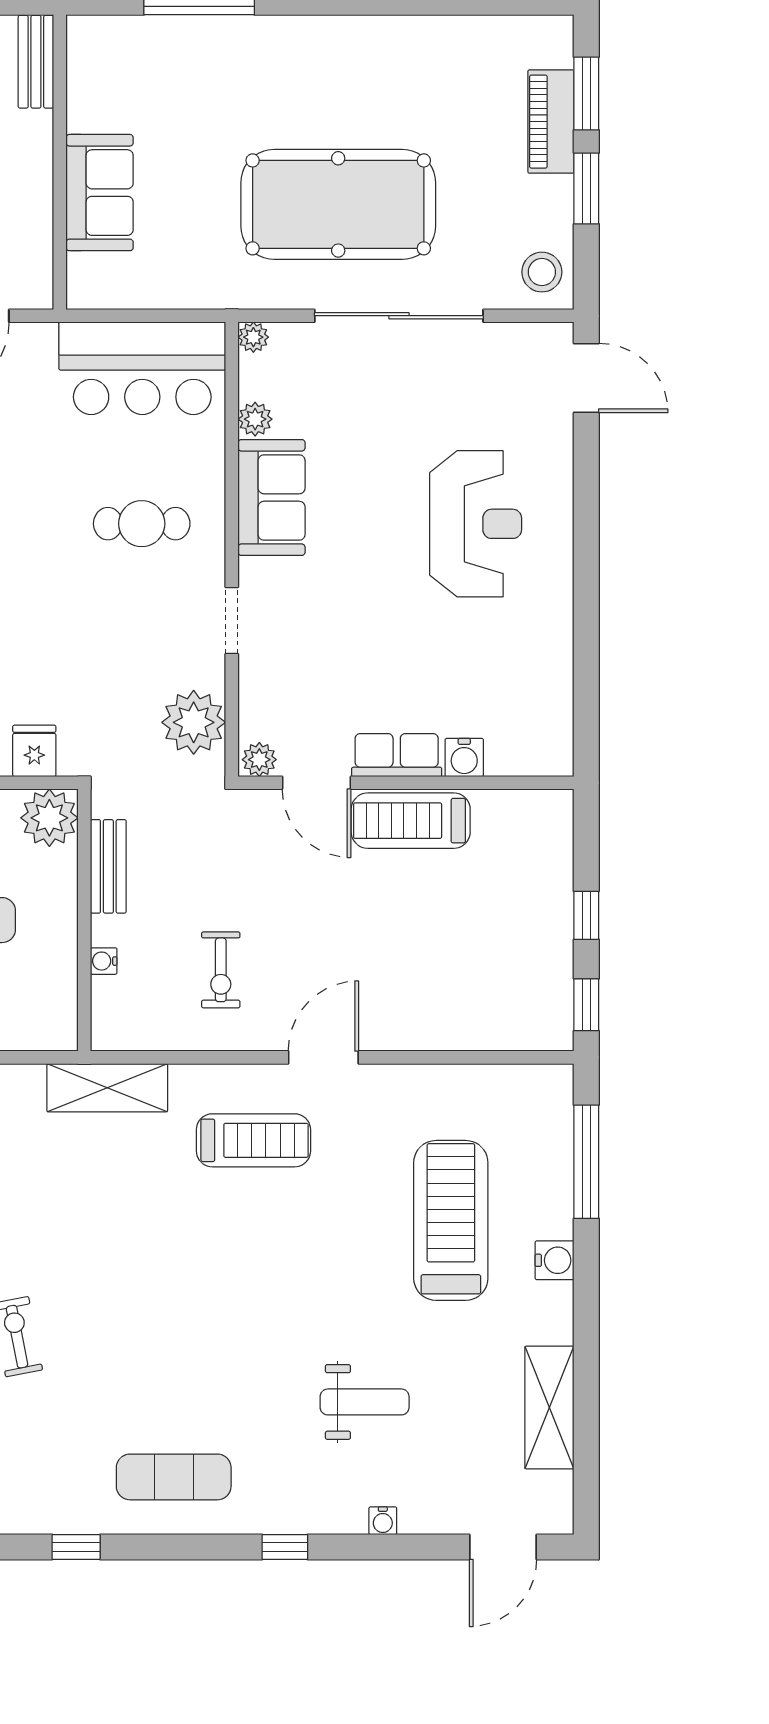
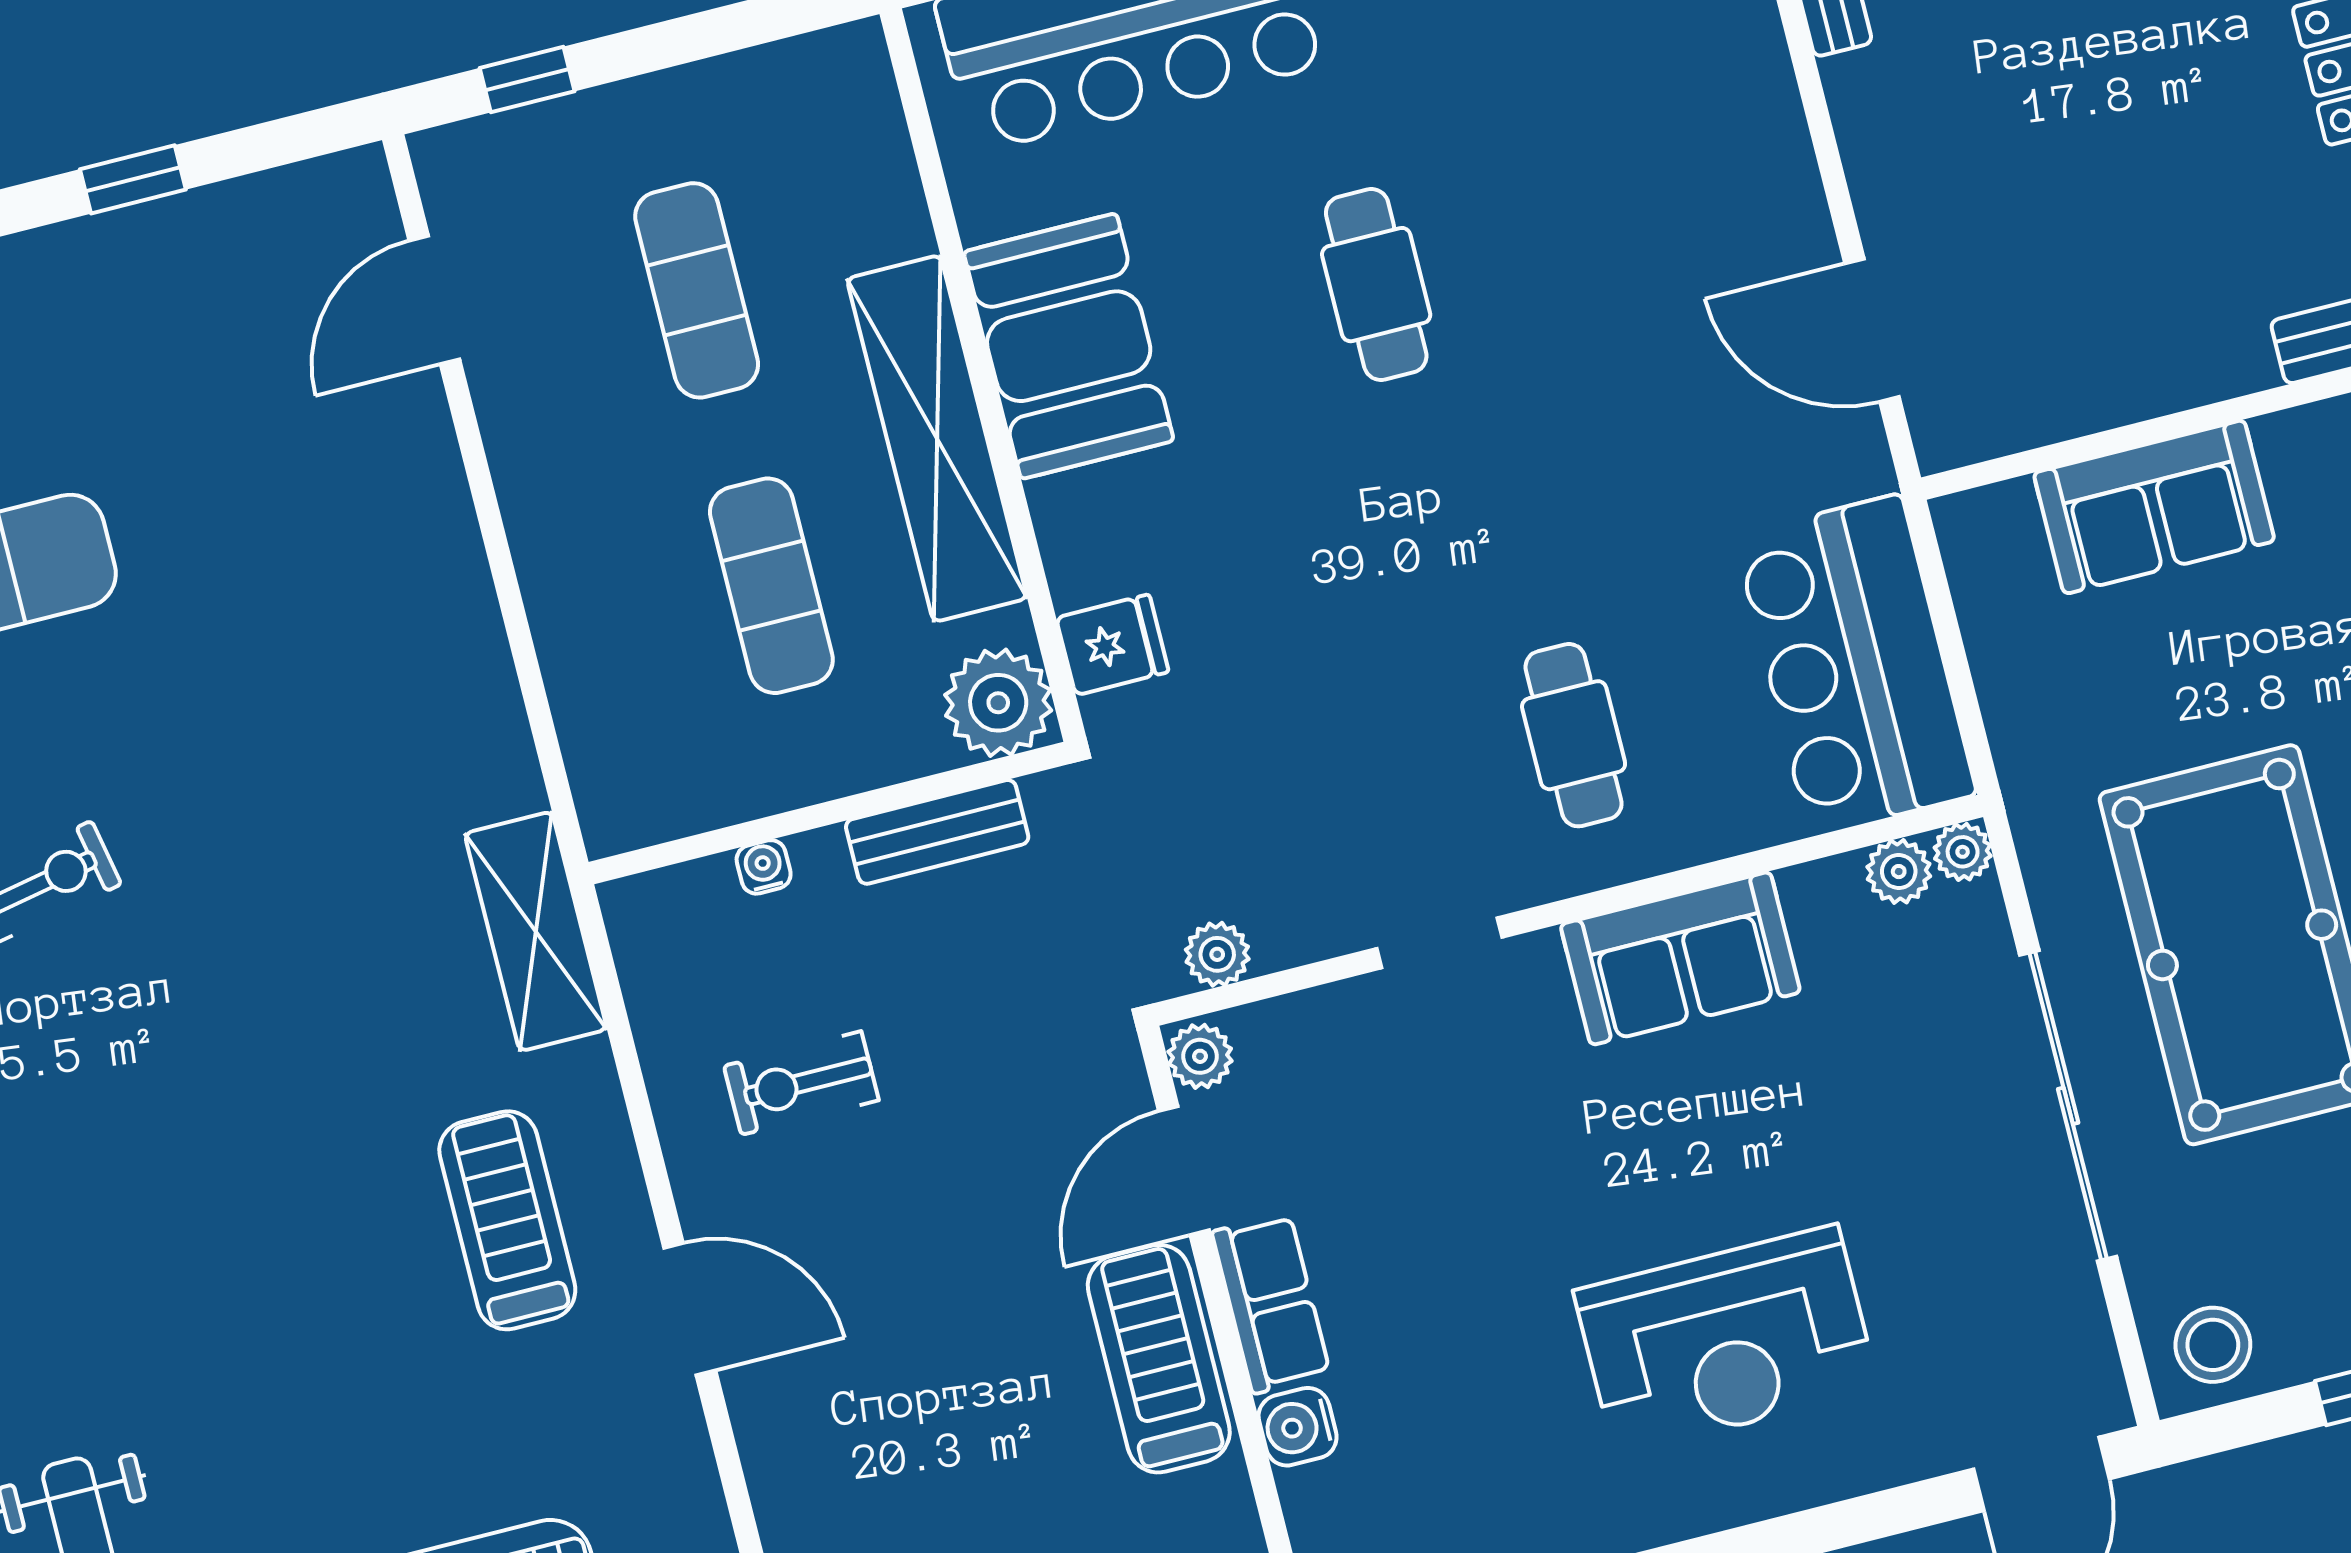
plant: (255, 419) -> (1899, 872), moved
plant: (194, 722) -> (1217, 954), width x0.53, depth x0.53
treadmill: (253, 1140) -> (507, 1220), turned 180

